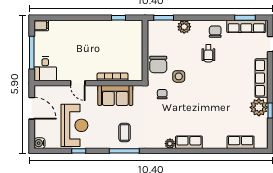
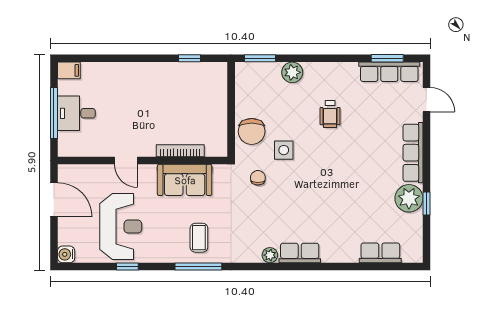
chair: (215, 32) -> (341, 80), removed
desk: (45, 69) -> (76, 113), moved, turned 90

